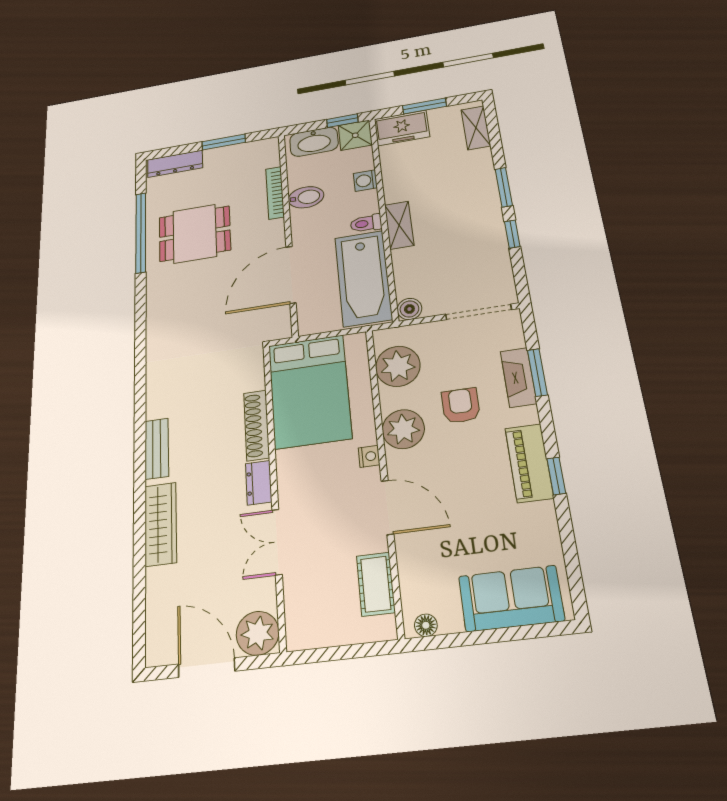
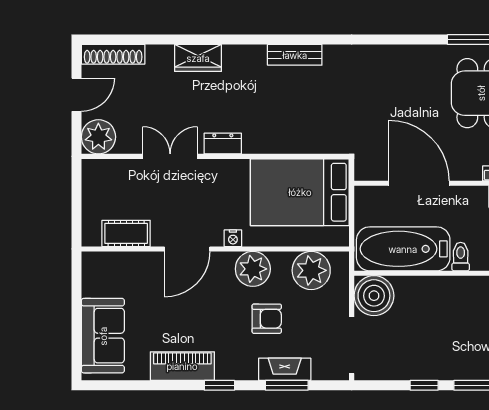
shelving: (399, 225) -> (453, 287), removed
boiler: (409, 309) -> (374, 296), width x1.86, depth x1.86
shoe rack: (257, 425) -> (113, 54), moved, turned 180
bench: (157, 449) -> (295, 55), moved
piano: (529, 463) -> (182, 366), moved
window: (556, 476) -> (219, 385), moved
wardrobe: (161, 524) -> (198, 58), width x0.67
floor lamp: (426, 625) -> (90, 269), removed
door: (206, 668) -> (76, 95), width x0.73

